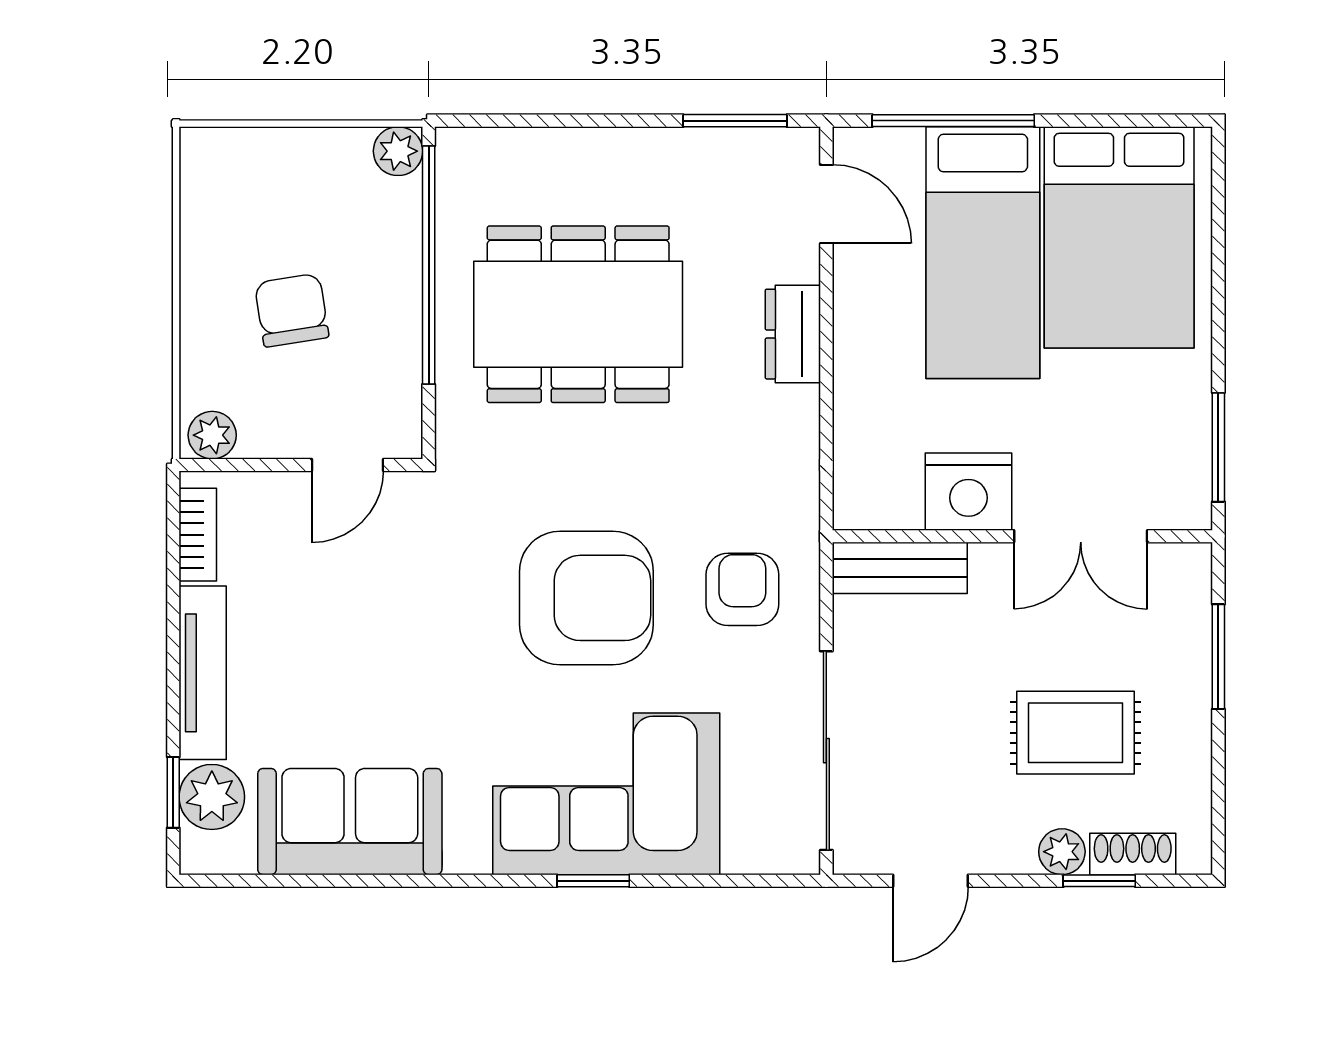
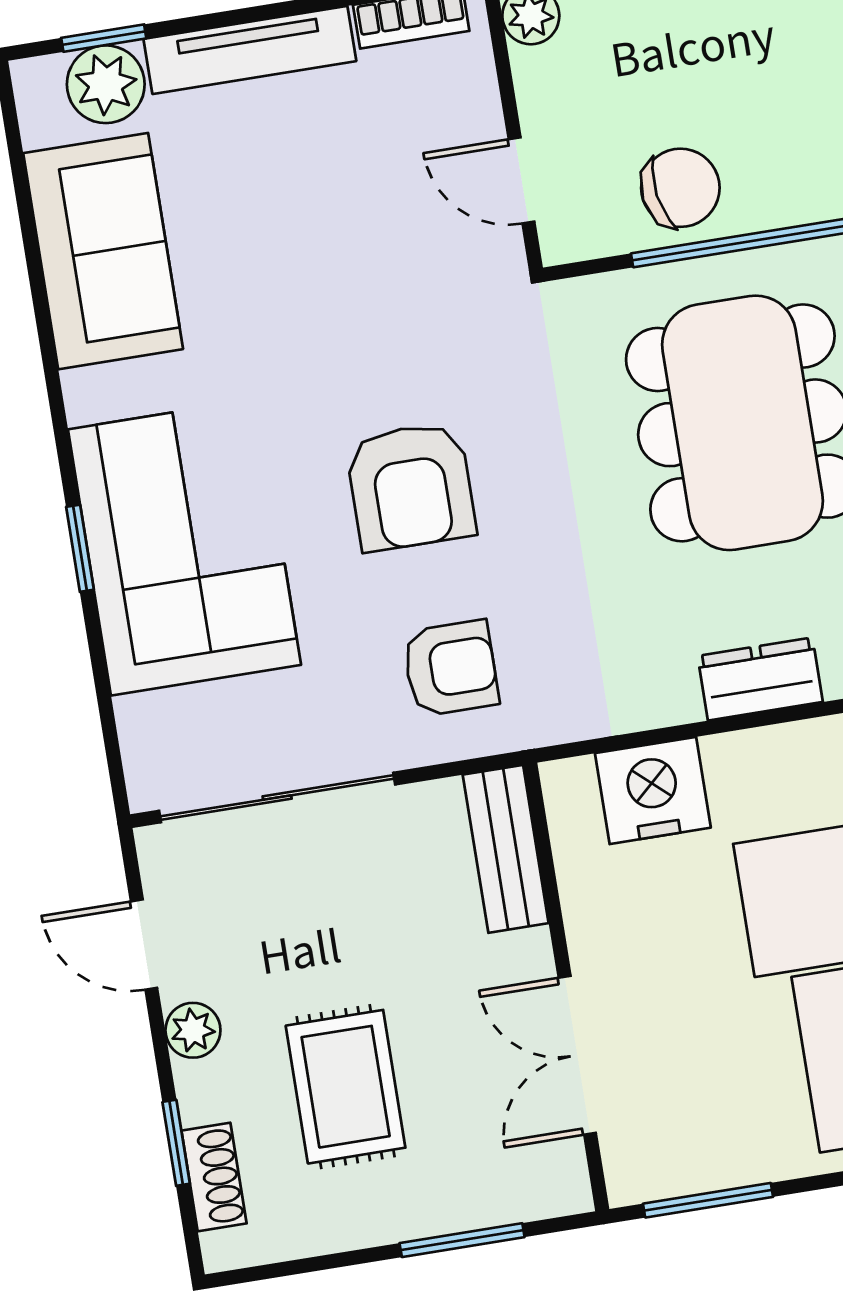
chair: (292, 310) -> (680, 188), moved
nightstand: (968, 492) -> (653, 790), moved, turned 90
armchair: (586, 598) -> (411, 487), width x0.73, depth x0.73
plant: (1062, 852) -> (193, 1030), moved

